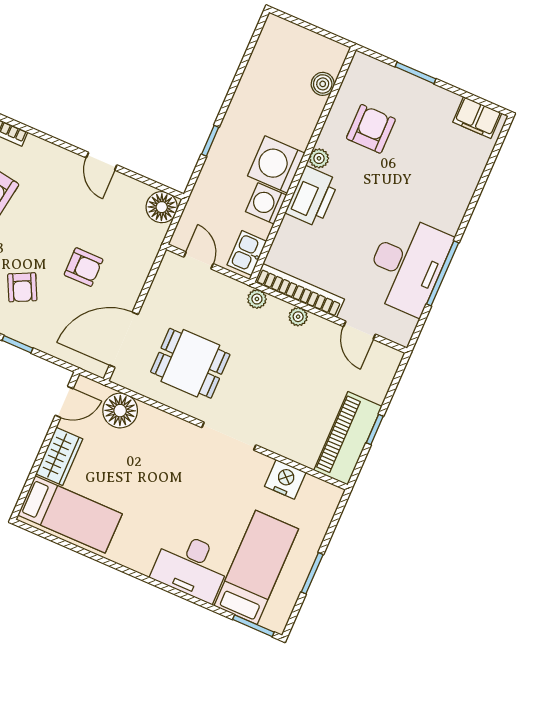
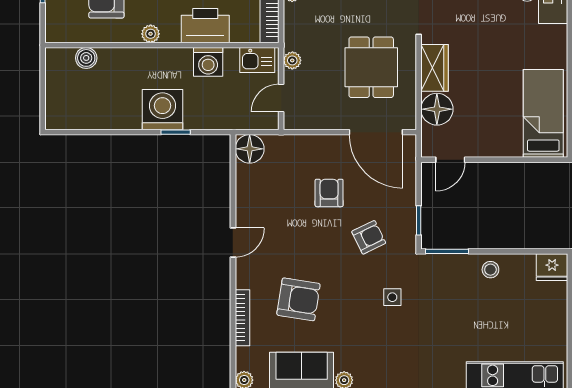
door: (102, 161) -> (233, 242), moved
washing machine: (276, 165) -> (162, 110), moved, turned 180
printer: (312, 197) -> (205, 26), moved
plant: (257, 299) -> (292, 60), moved
door: (64, 402) -> (450, 160), swing flipped
wardrobe: (59, 456) -> (435, 68), moved, turned 90

